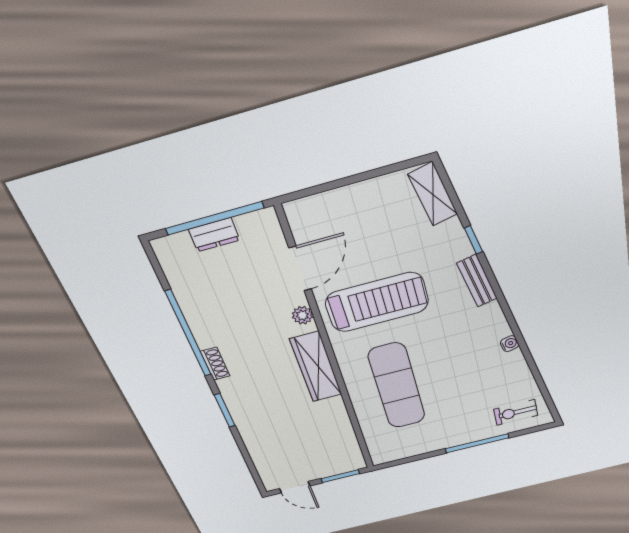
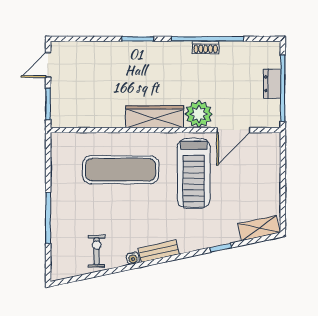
door: (300, 269) -> (233, 130), hinge flipped
bench: (477, 281) -> (159, 251), moved
plant: (302, 315) -> (199, 114), width x1.88, depth x1.88
shoe rack: (215, 364) -> (206, 47), moved
exercise bike: (516, 412) -> (97, 251), moved

